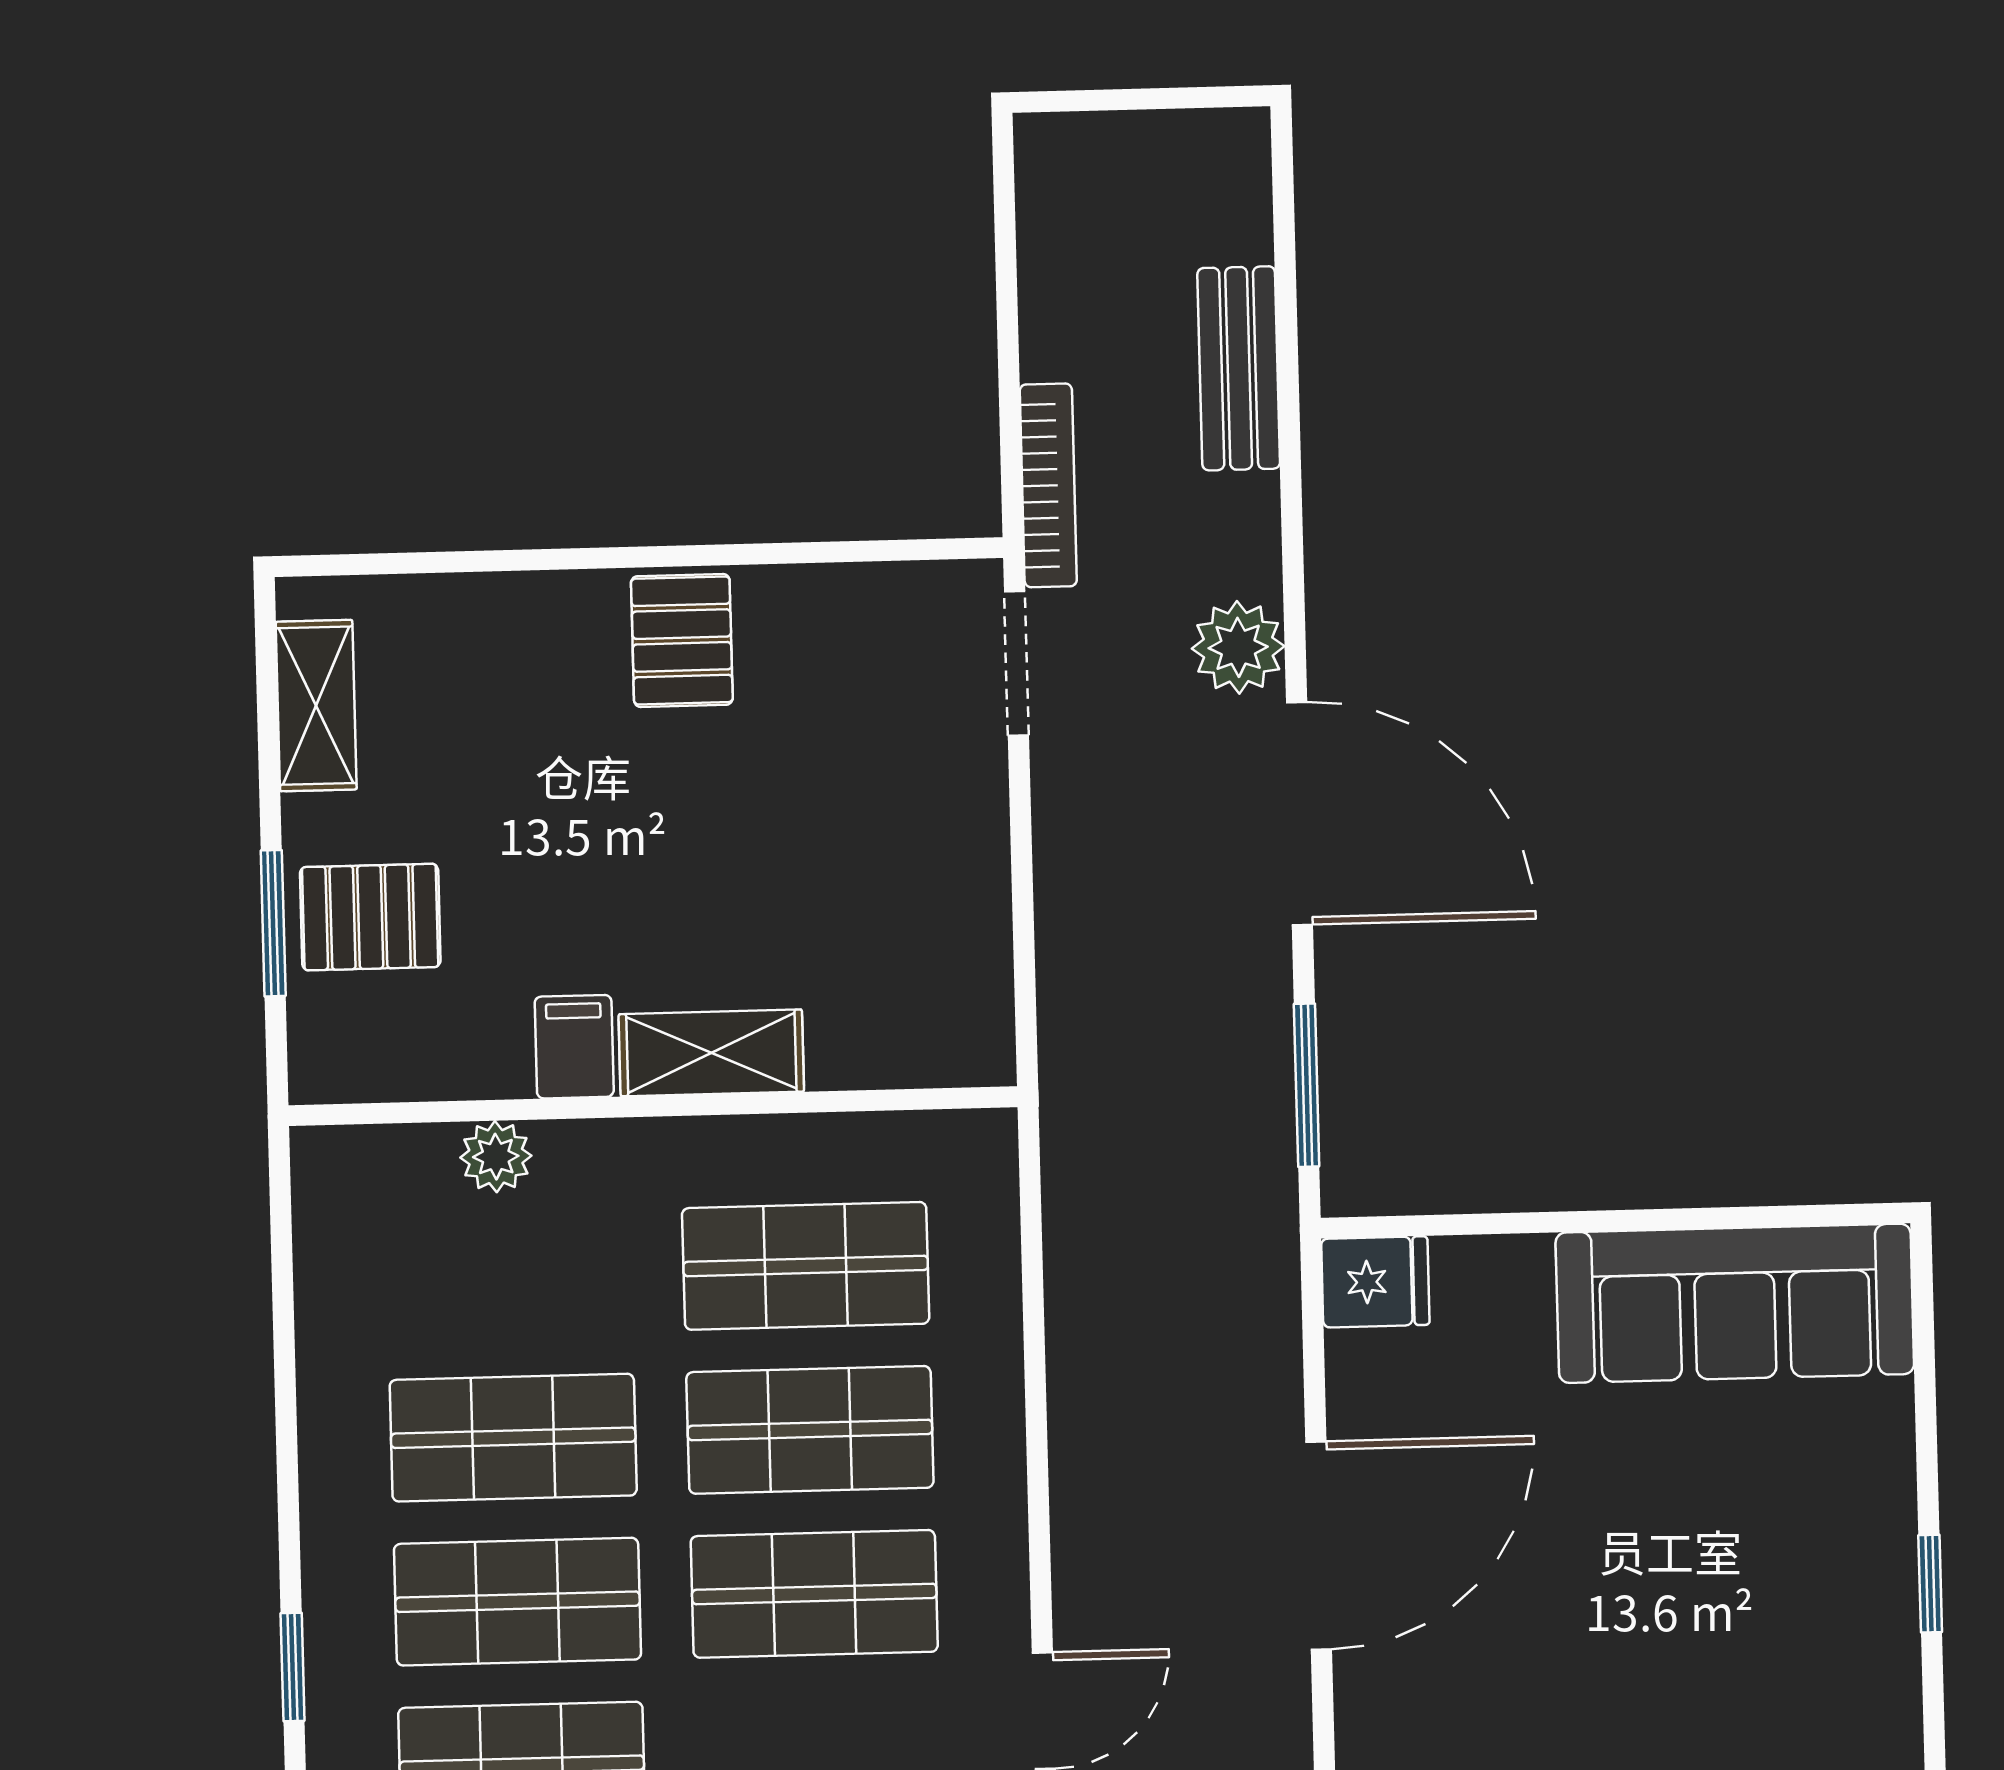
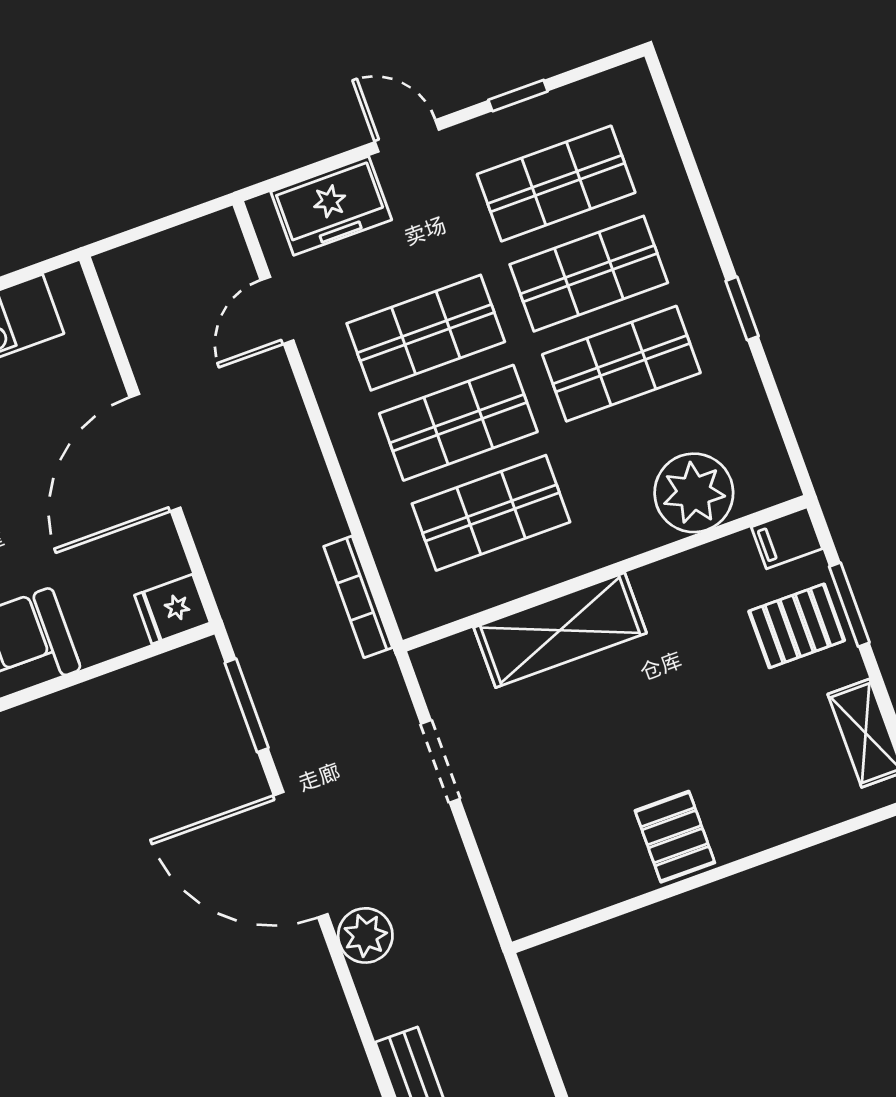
bookcase: (1048, 485) -> (358, 597), moved
doorway: (1016, 663) -> (440, 761), moved
filing cabinet: (574, 1047) -> (787, 538), moved, turned 90
shelving: (711, 1053) -> (560, 630), width x1.50, depth x1.33
plant: (496, 1157) -> (694, 493), width x1.87, depth x1.87
window: (293, 1667) -> (742, 308), moved

